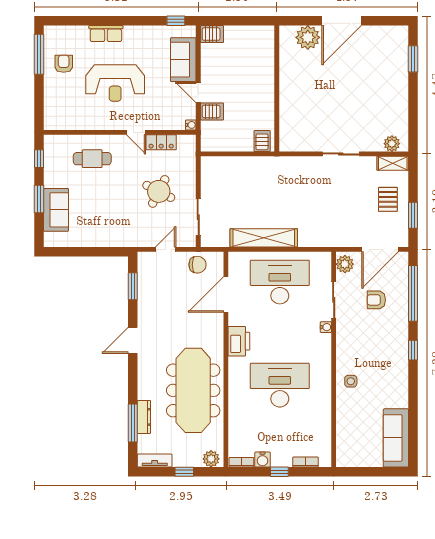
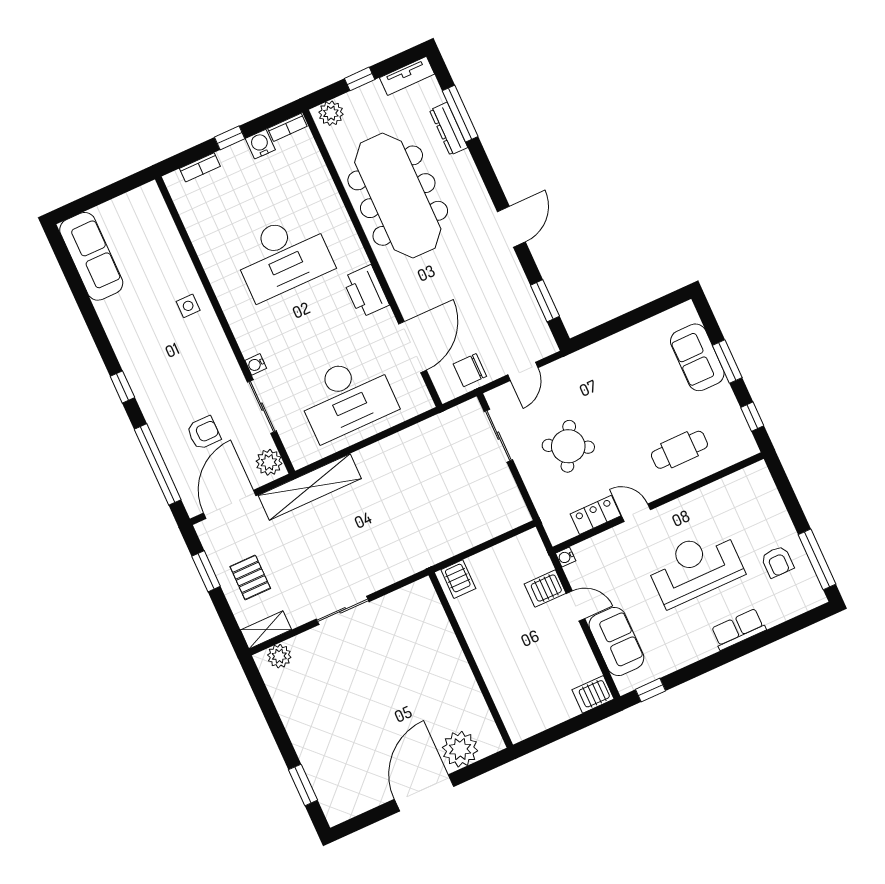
shelving: (264, 238) -> (310, 487), moved

